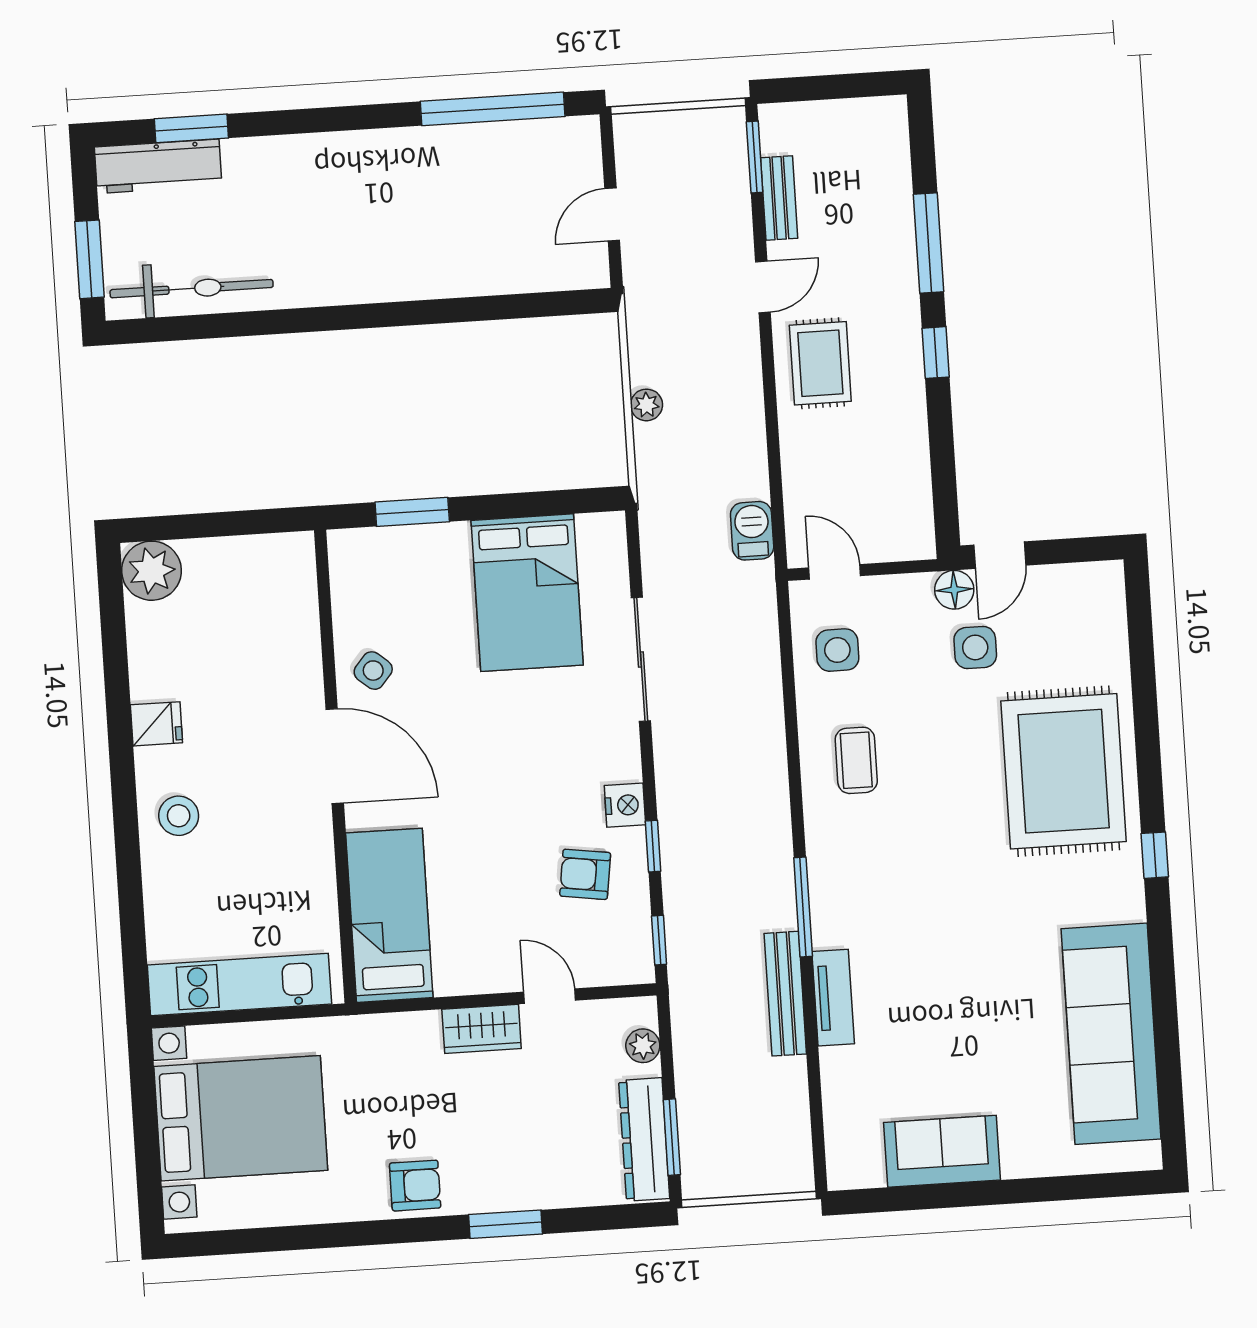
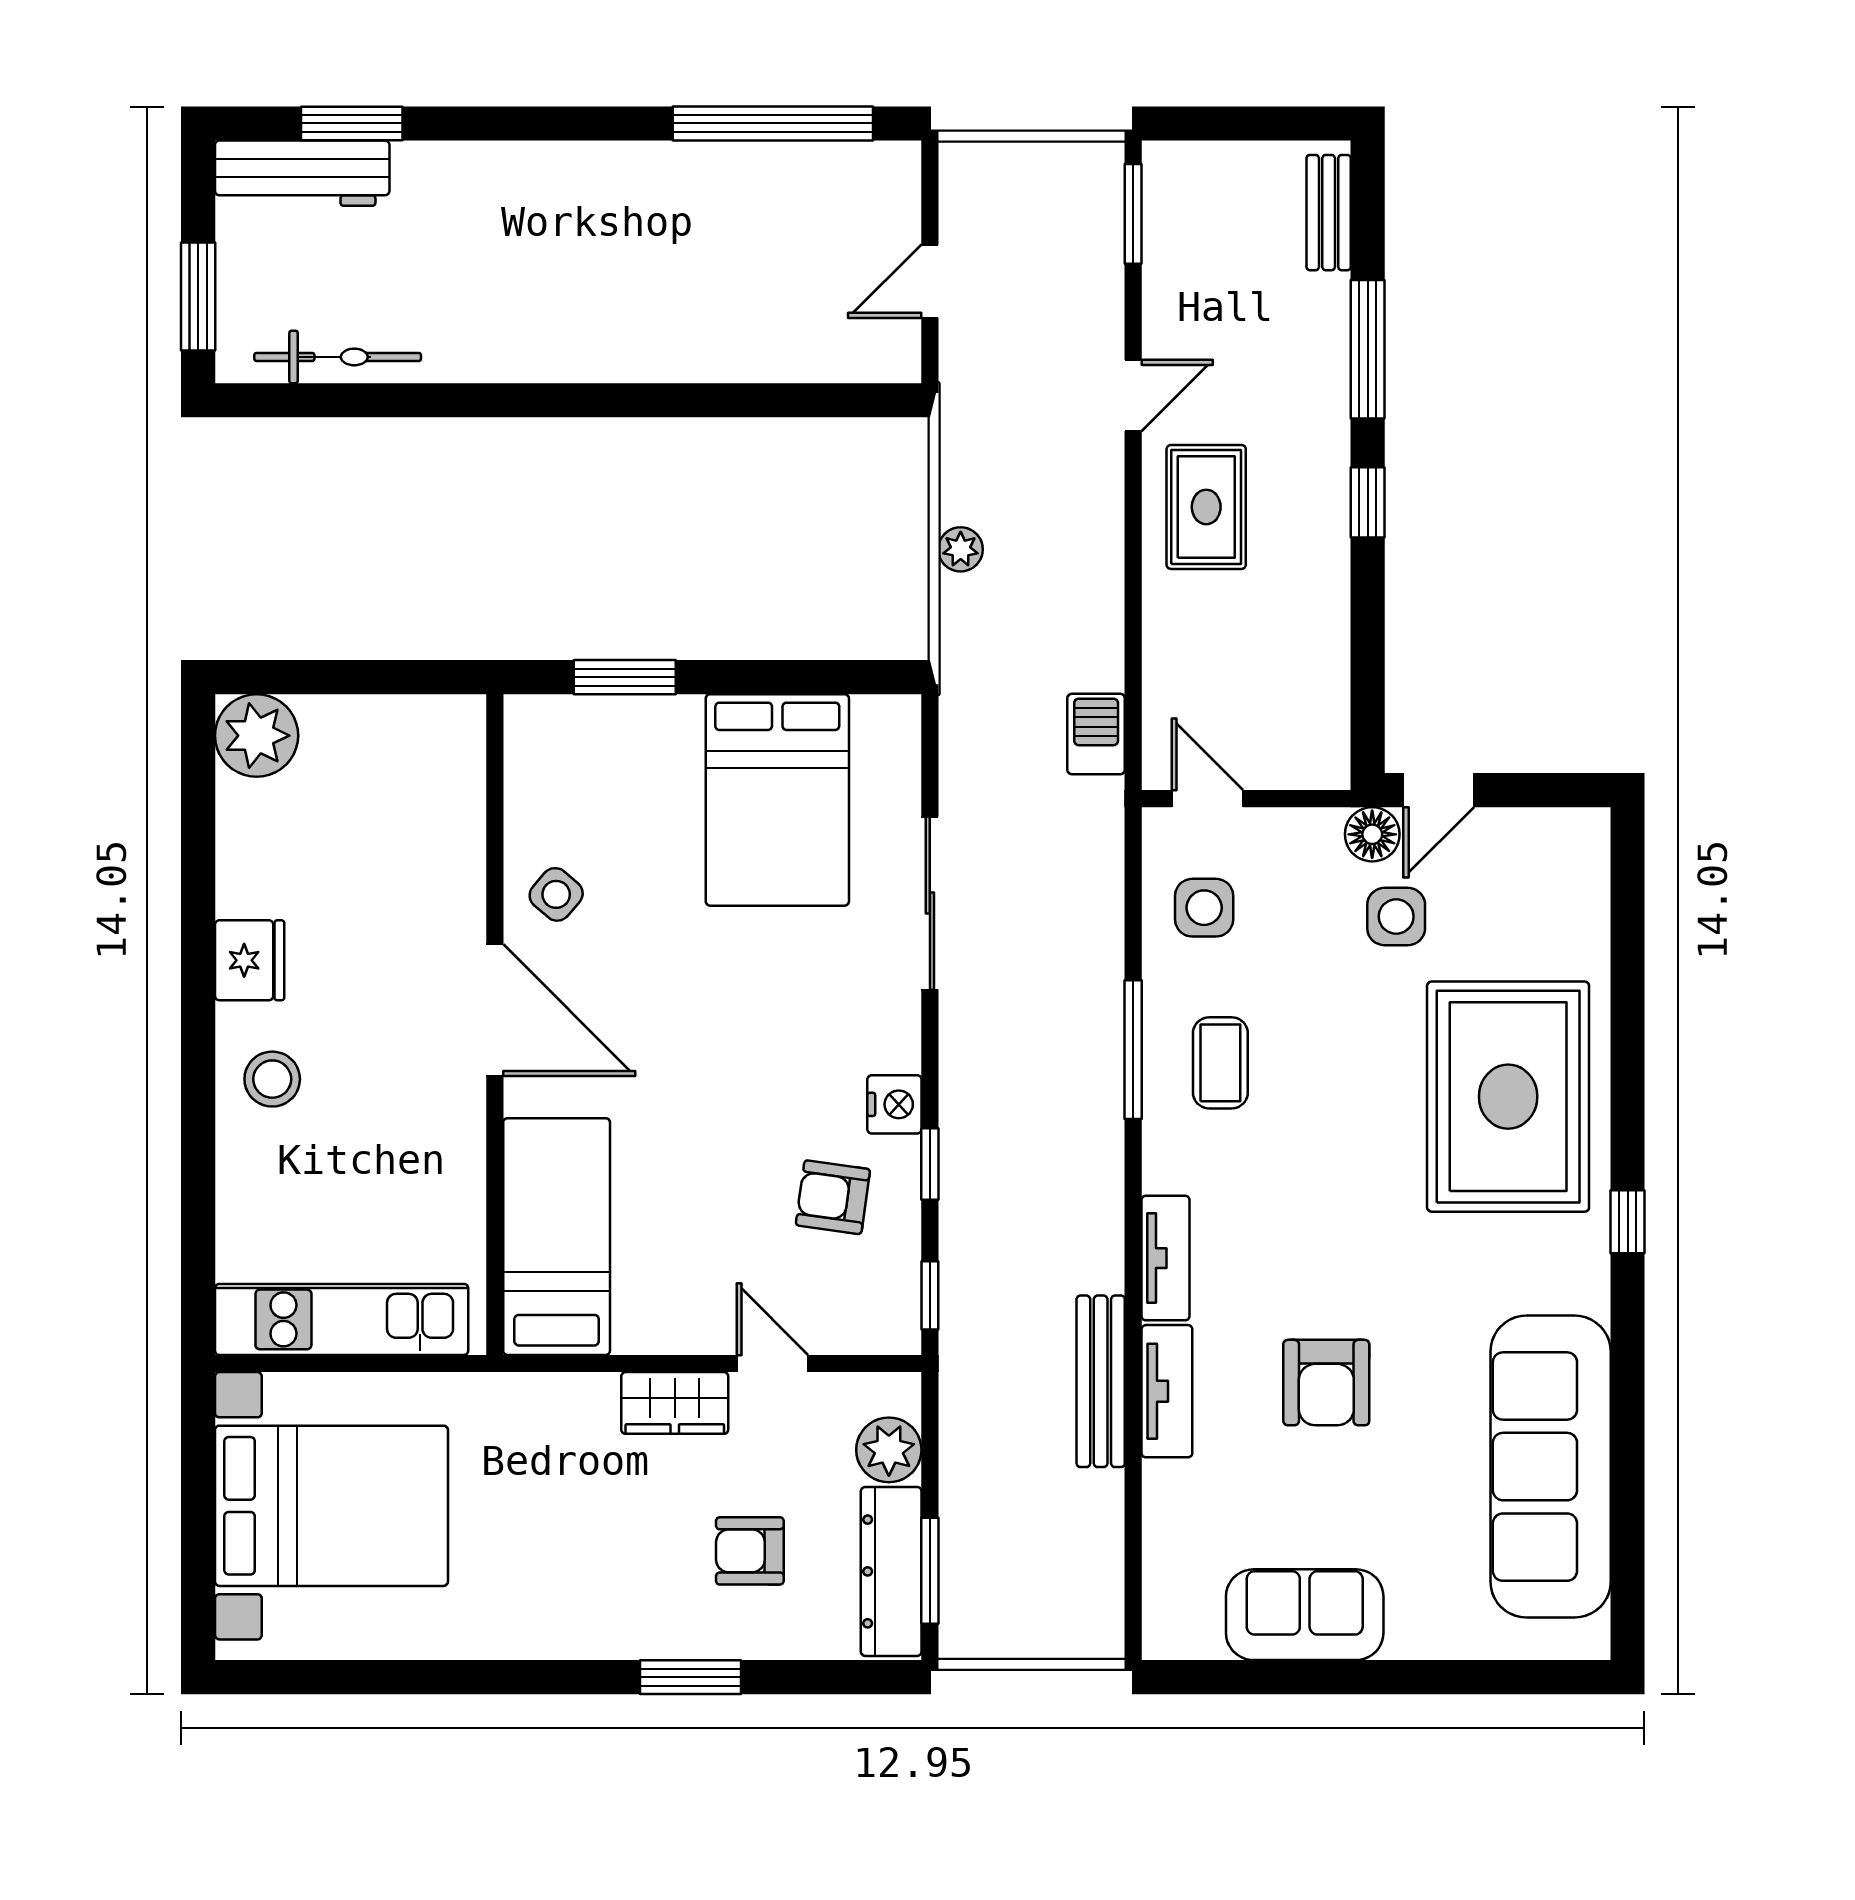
bench: (779, 198) -> (1329, 213), moved
bicycle: (192, 289) -> (338, 357), width x0.73, depth x0.71
fridge: (156, 724) -> (250, 960), width x1.38
tv unit: (826, 902) -> (1165, 1258), added
window: (803, 907) -> (1133, 1050), moved
armchair: (947, 984) -> (1326, 1383), added
plant: (643, 1046) -> (889, 1450), width x1.38, depth x1.38
armchair: (415, 1186) -> (750, 1551), moved, turned 180

